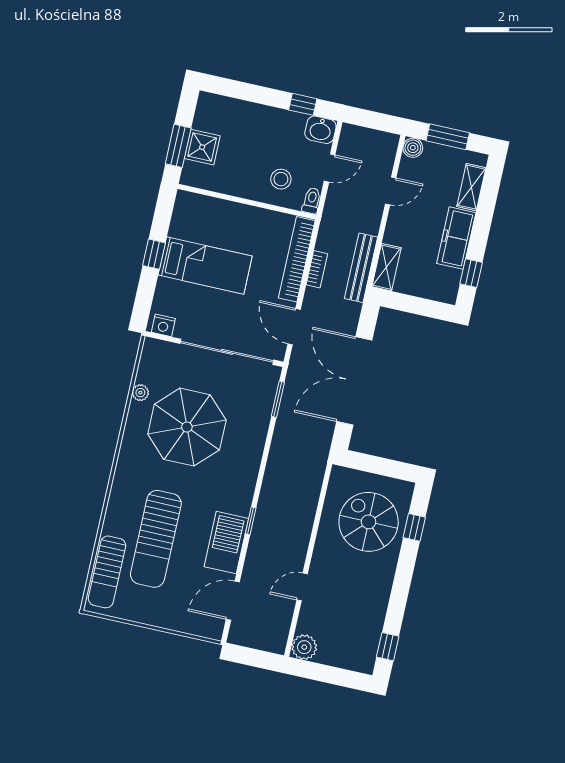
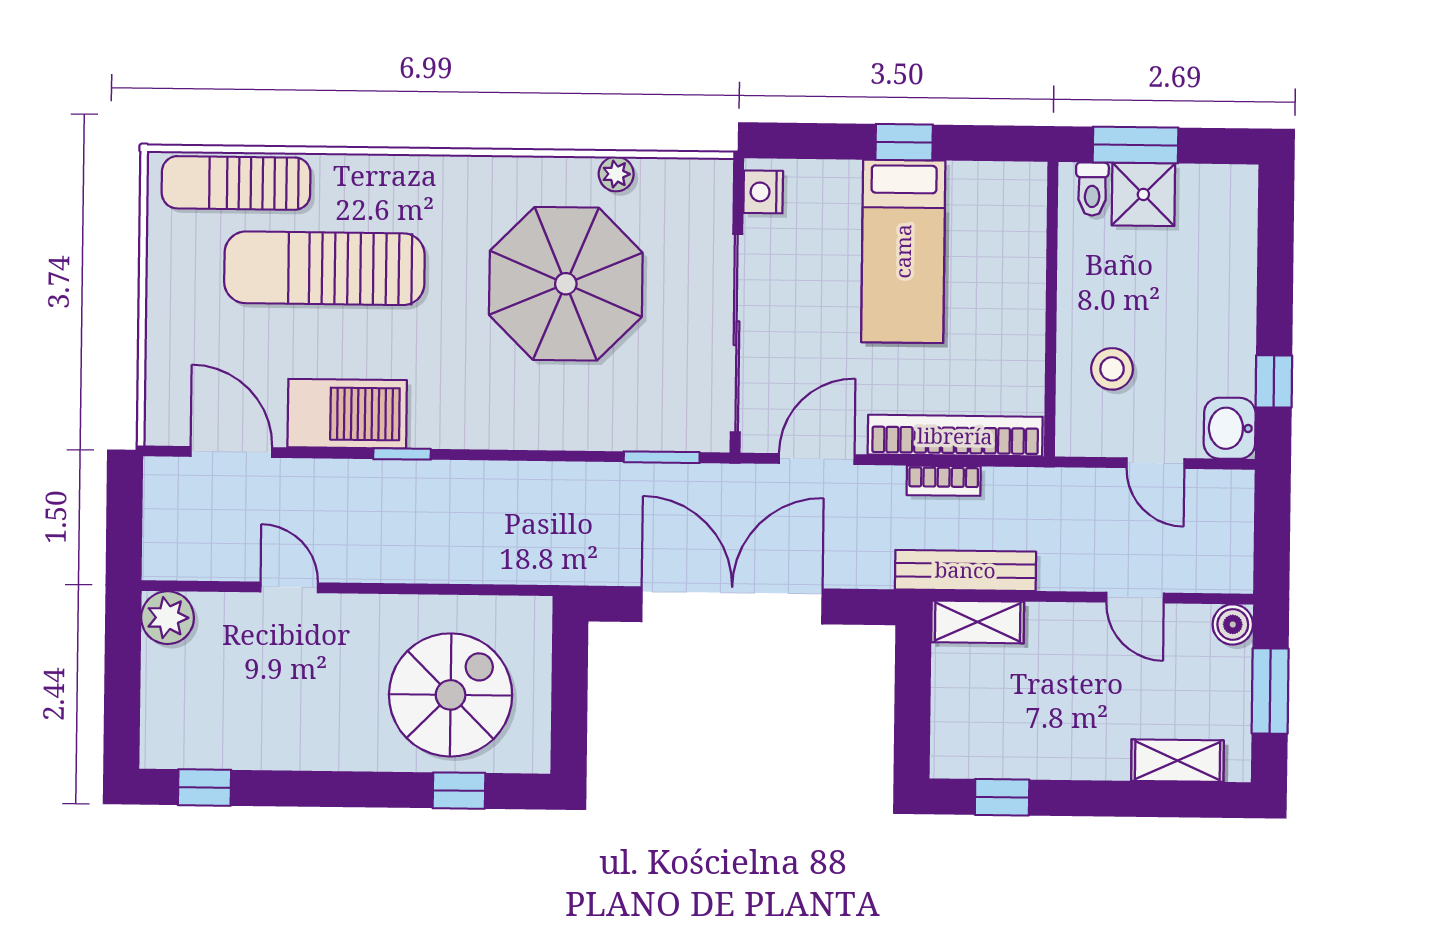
toilet: (312, 201) -> (1092, 189), moved, turned 90
freezer: (456, 238) -> (1067, 752), removed

